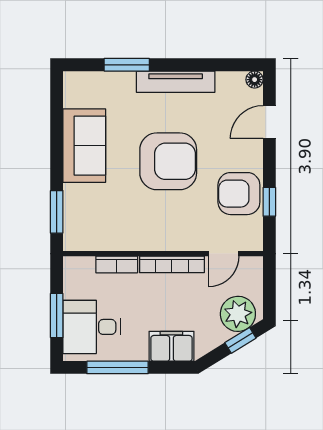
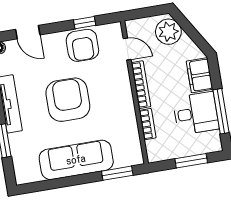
sofa: (84, 146) -> (76, 160), width x1.36
desk: (92, 327) -> (196, 113), moved, turned -90
window: (240, 340) -> (187, 27), removed

